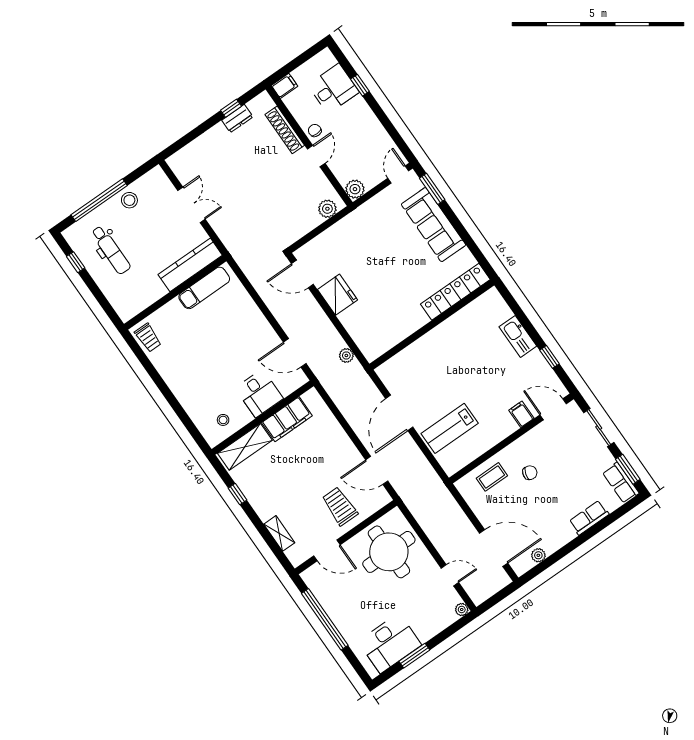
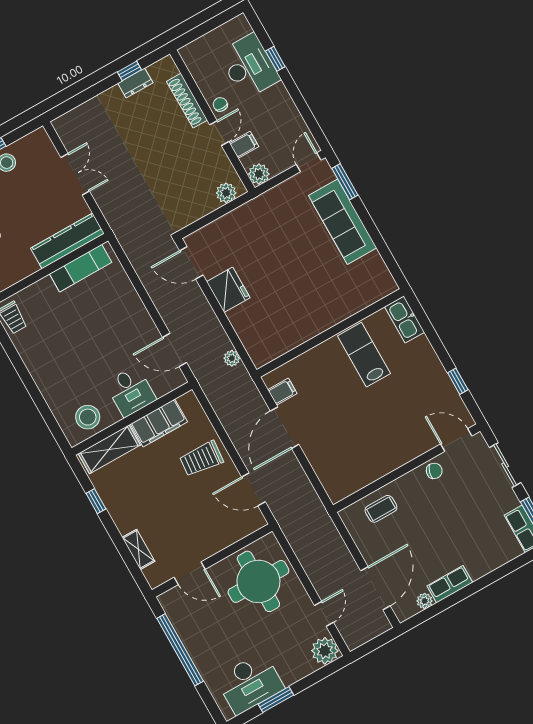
filing cabinet: (285, 86) -> (244, 145), moved
desk: (333, 89) -> (249, 66), width x1.37
locker: (455, 292) -> (360, 299), removed
kitchen sink: (518, 336) -> (405, 319), moved
filing cabinet: (521, 414) -> (282, 392), moved, turned 90
stool: (223, 420) -> (88, 417), width x1.89, depth x1.89
lab bench: (450, 428) -> (364, 355), moved, turned 90
chair: (530, 473) -> (434, 471), moved
trolley: (340, 506) -> (201, 459), moved, turned -85
row of seats: (589, 518) -> (450, 584), moved
door: (494, 548) -> (375, 588), hinge flipped
door: (450, 575) -> (324, 614), hinge flipped
plant: (462, 609) -> (325, 651), width x1.87, depth x1.87

